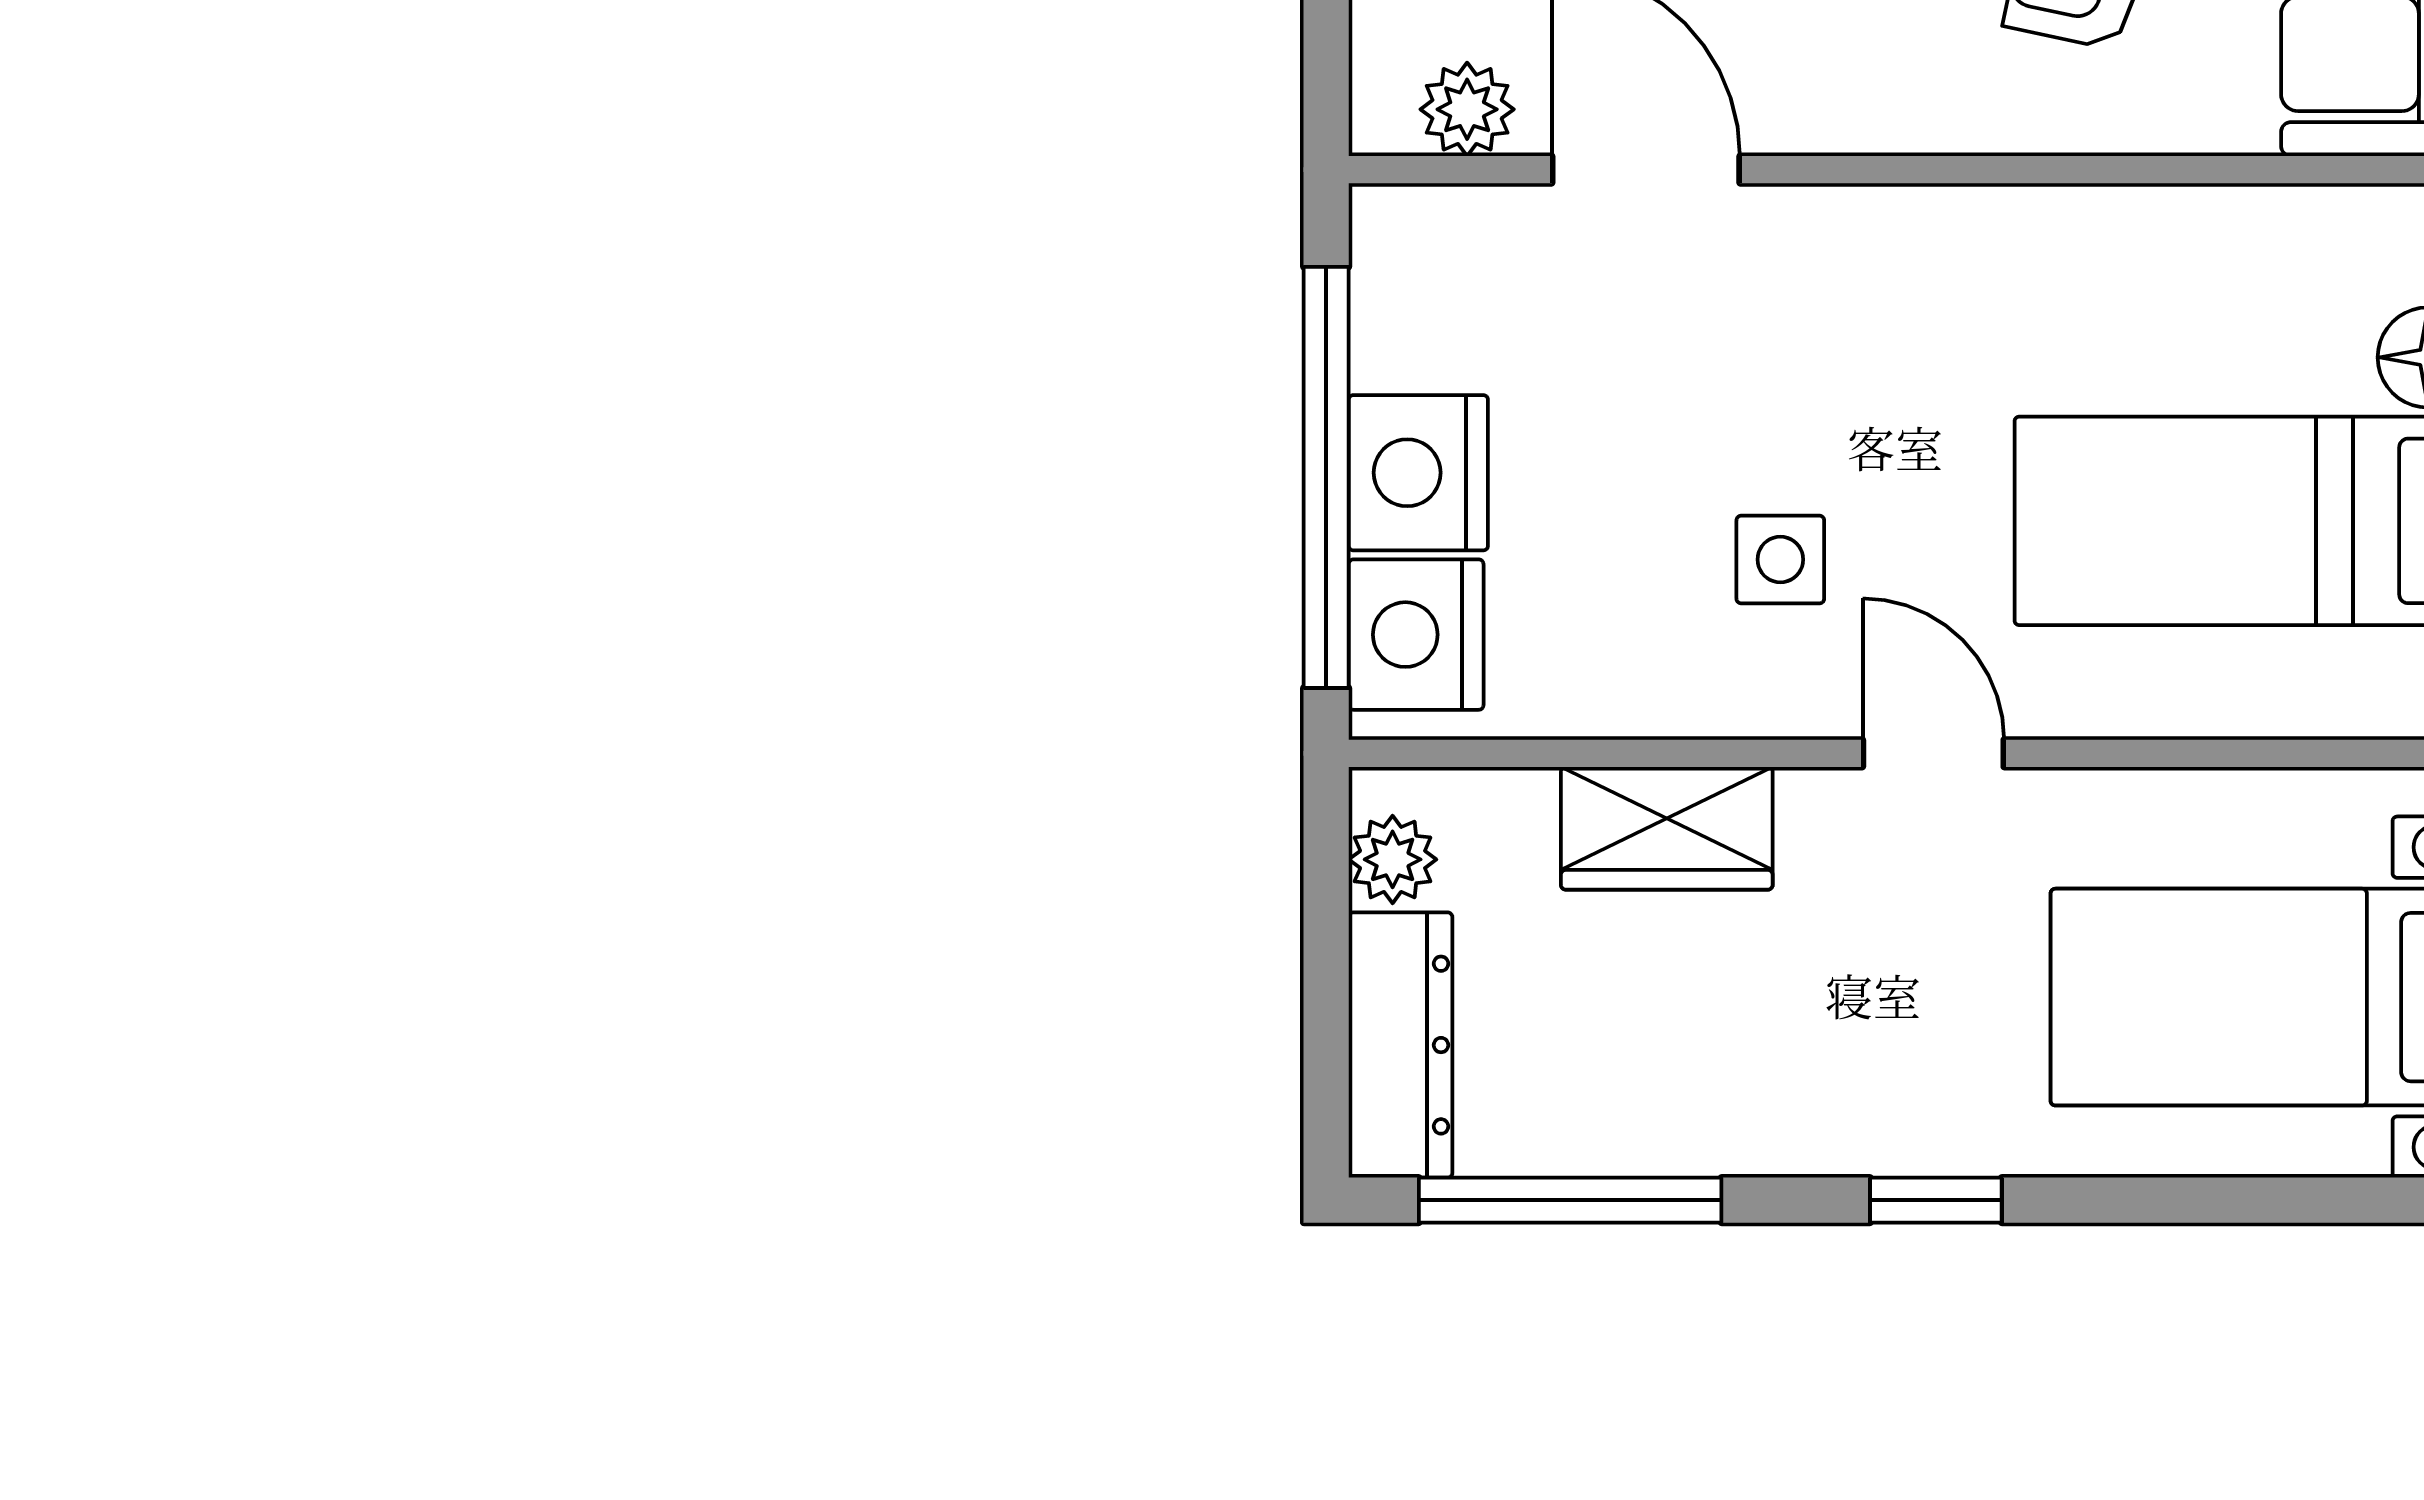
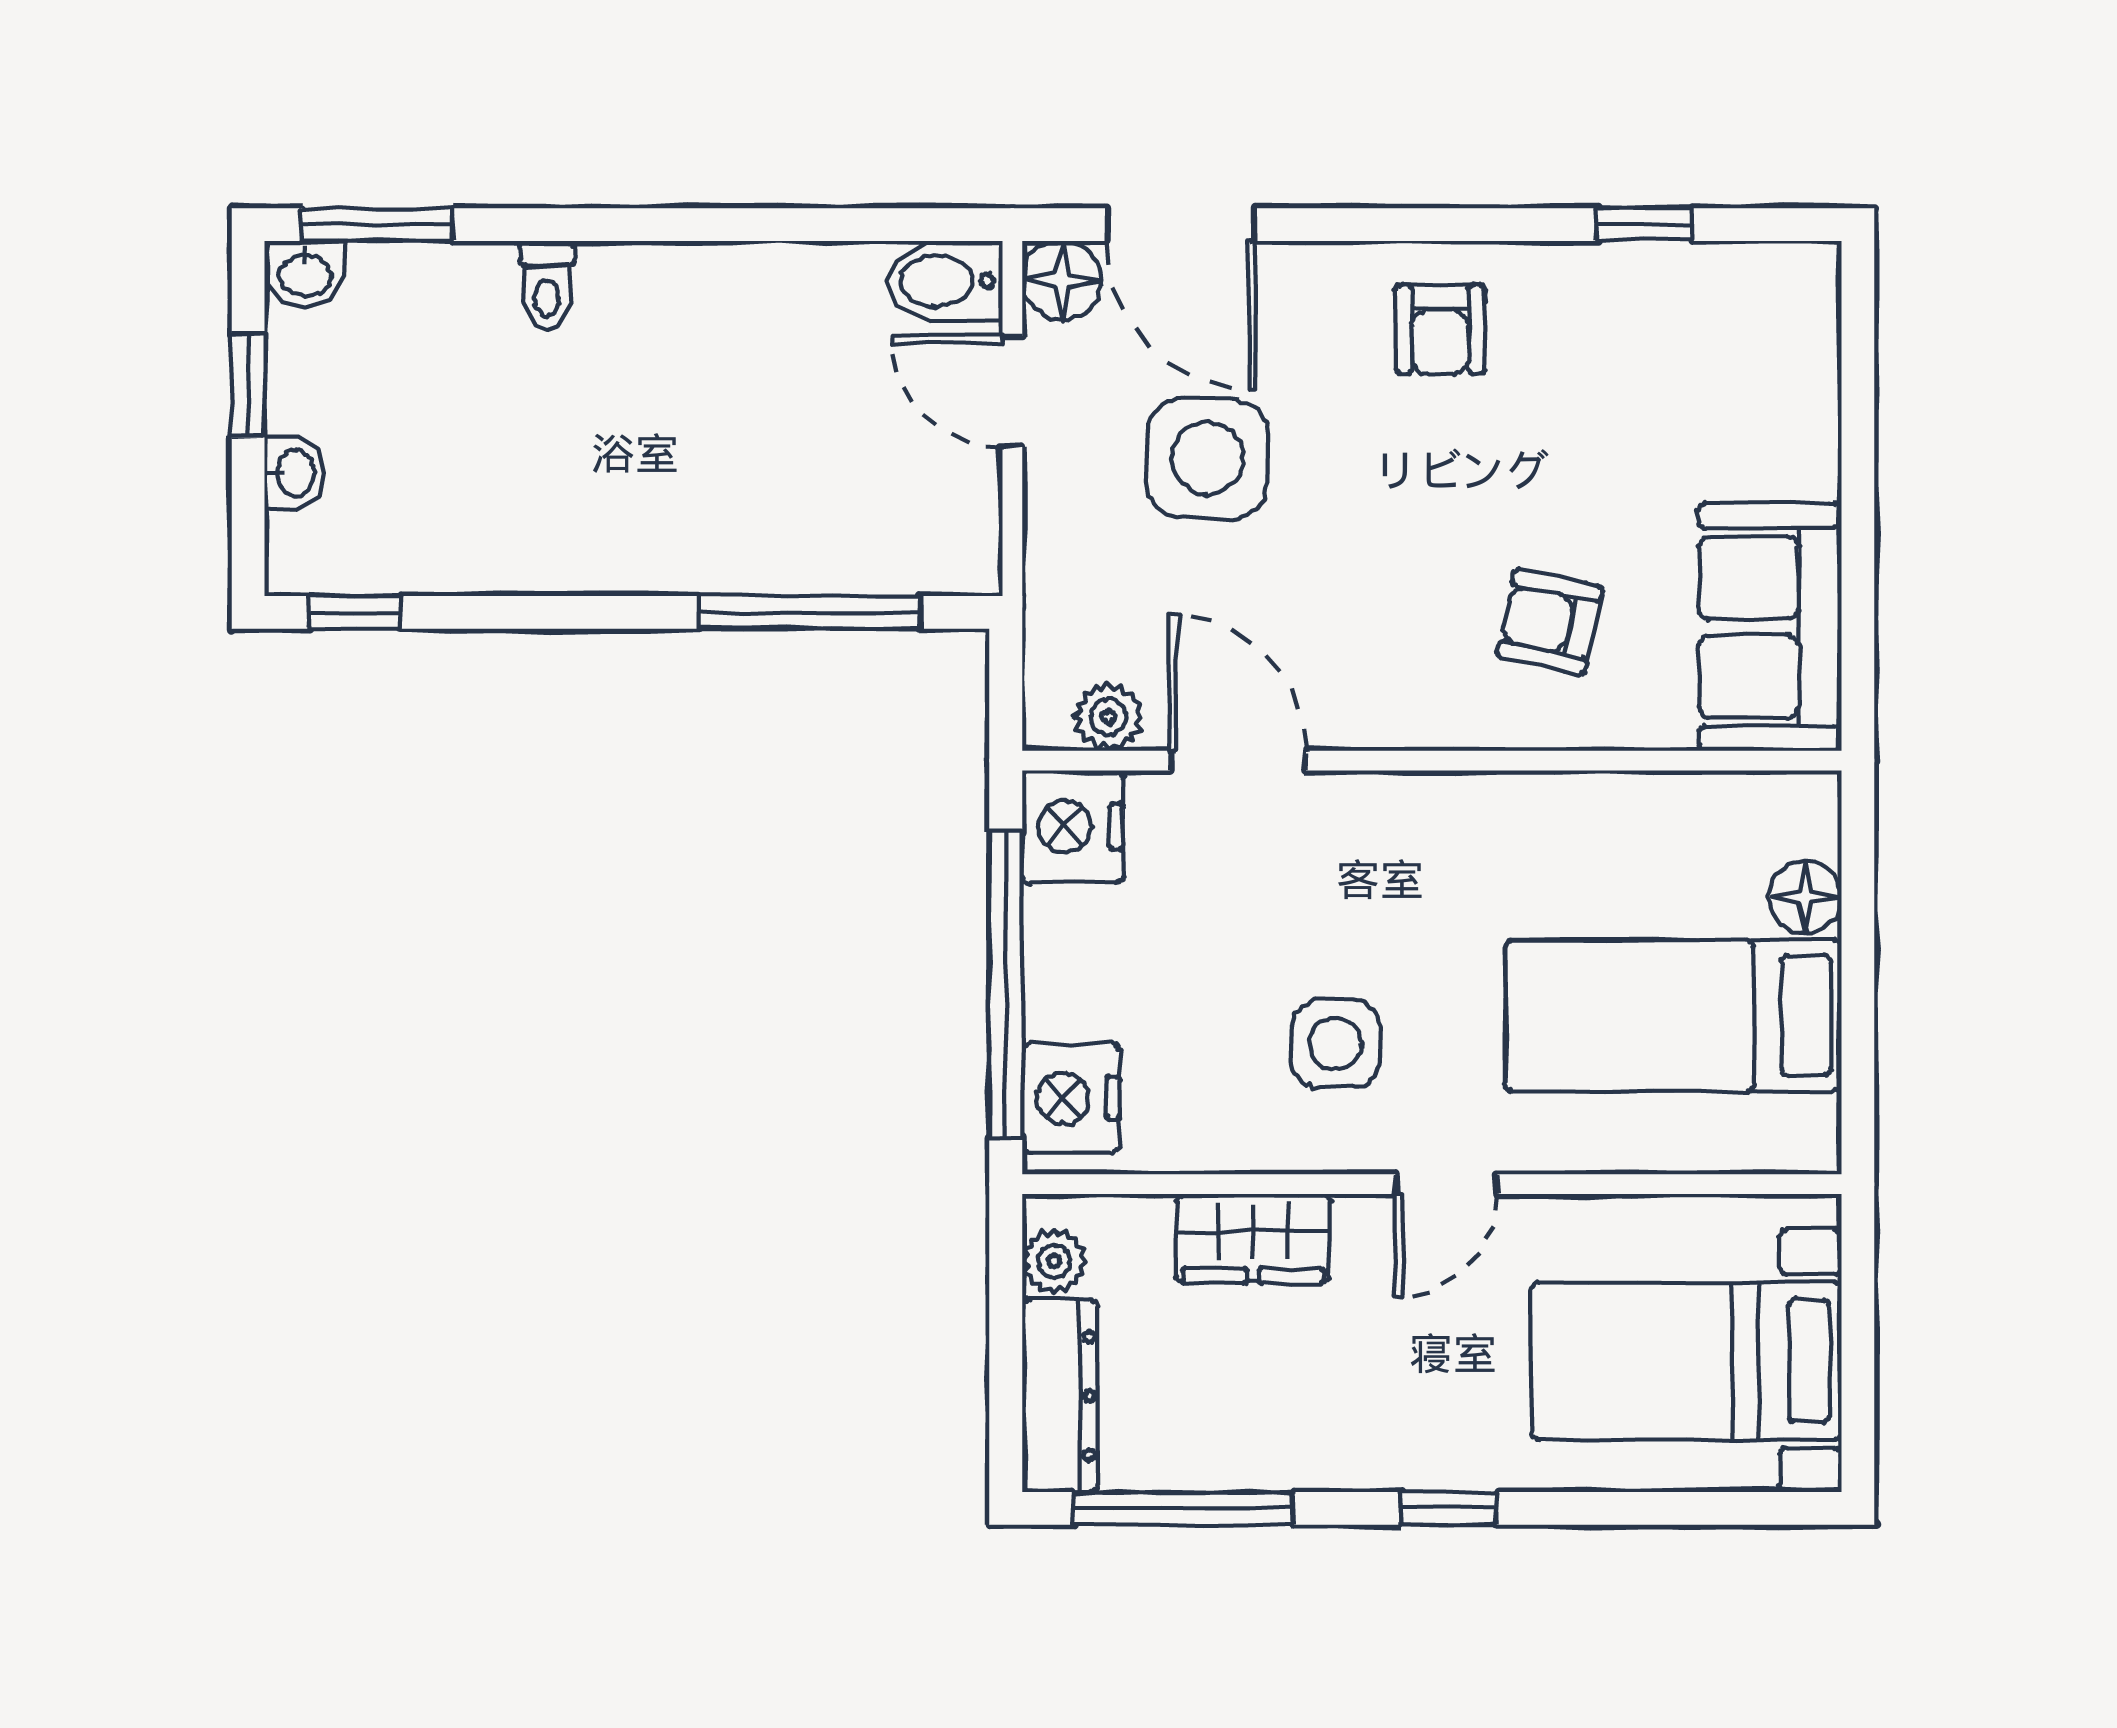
nightstand: (1418, 473) -> (1073, 827), moved
side table: (1780, 560) -> (1335, 1044), width x1.37, depth x1.37
door: (1933, 753) -> (1446, 1184), swing flipped

